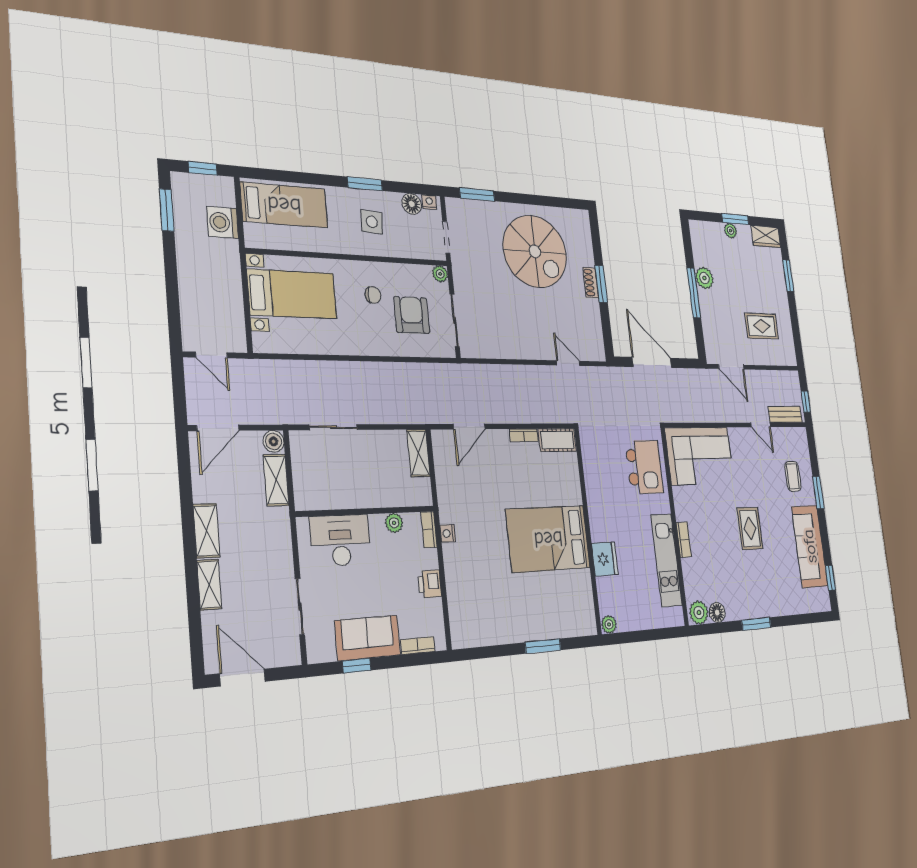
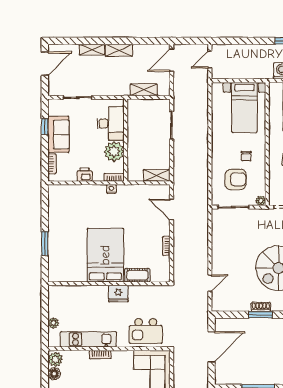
door: (218, 428) -> (172, 60), hinge flipped
cot: (557, 440) -> (137, 275), moved, turned 90
boiler: (274, 441) -> (164, 90), removed
plant: (394, 523) -> (114, 152), width x1.88, depth x1.88
fridge: (605, 559) -> (118, 294), moved
plant: (609, 624) -> (53, 323), moved

